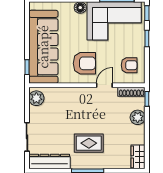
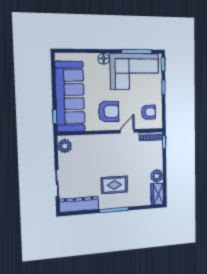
plant: (138, 117) -> (157, 176), moved

